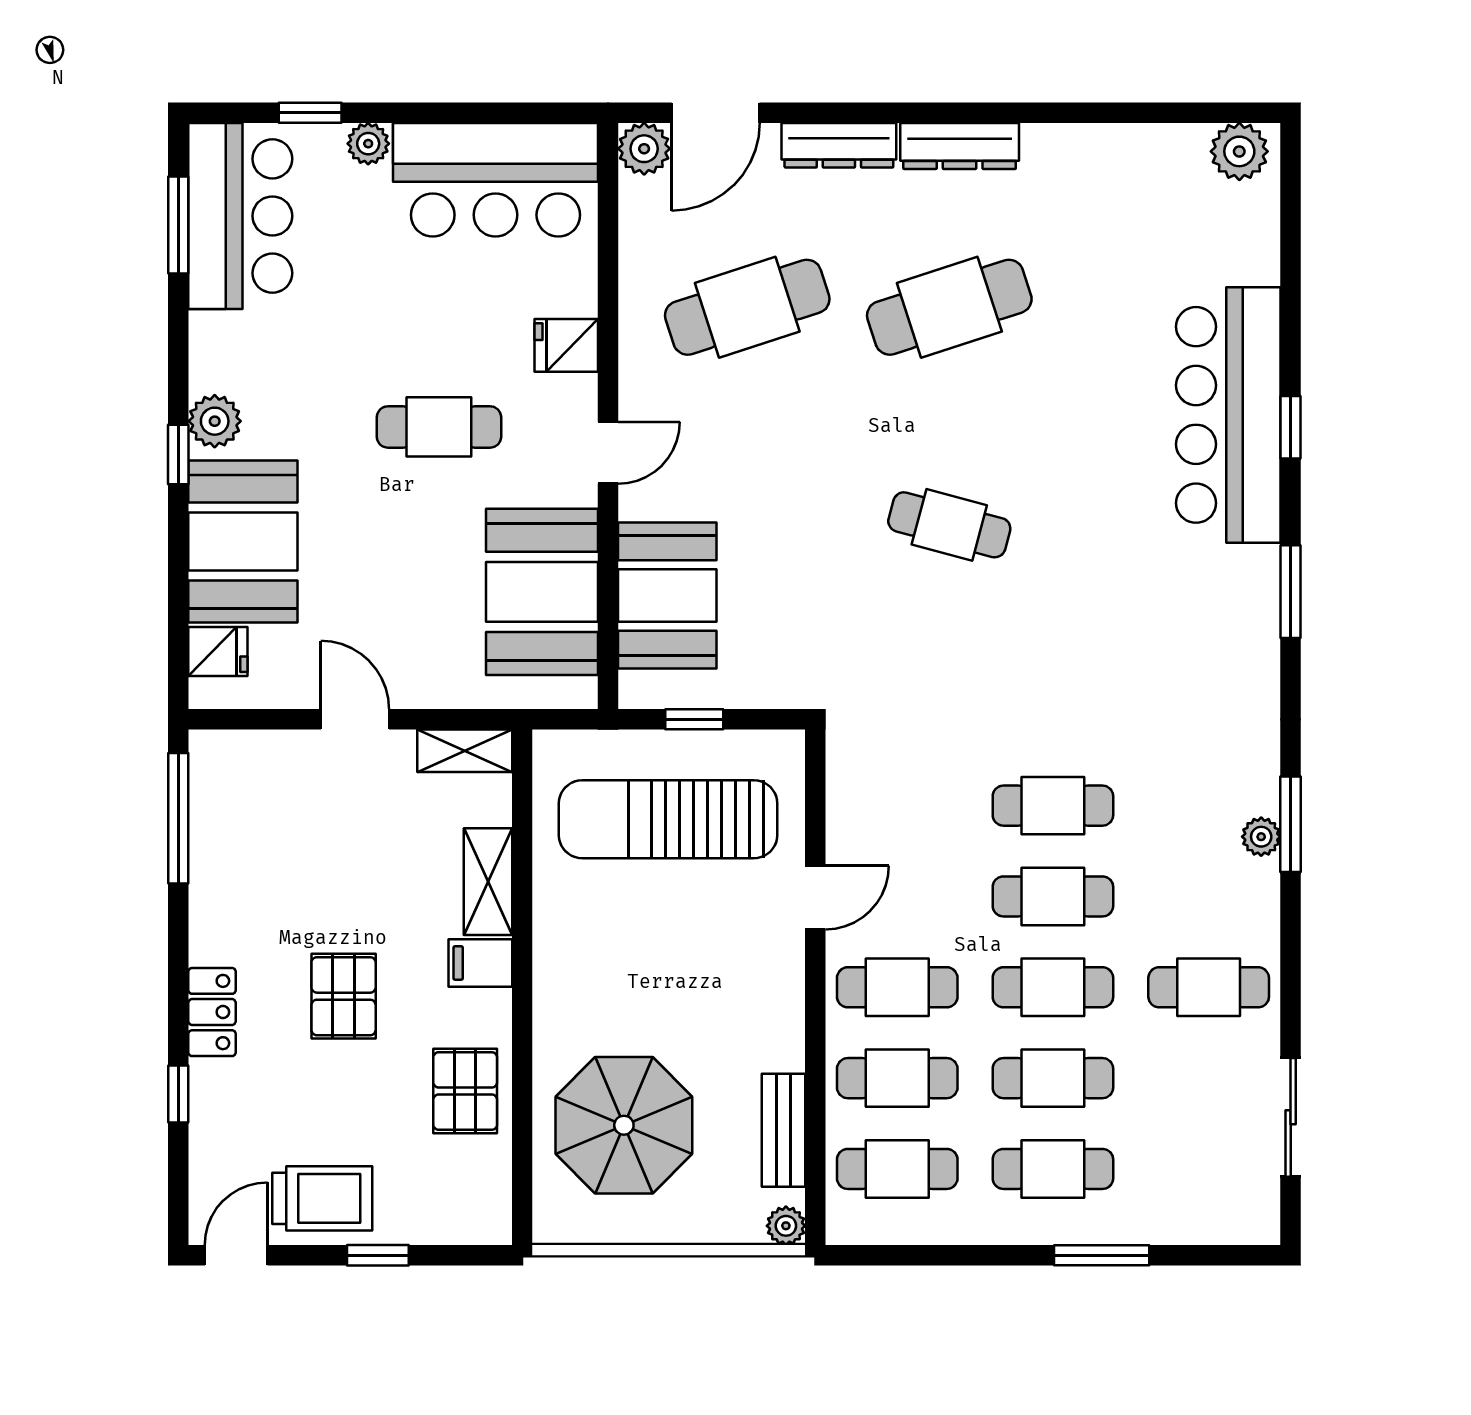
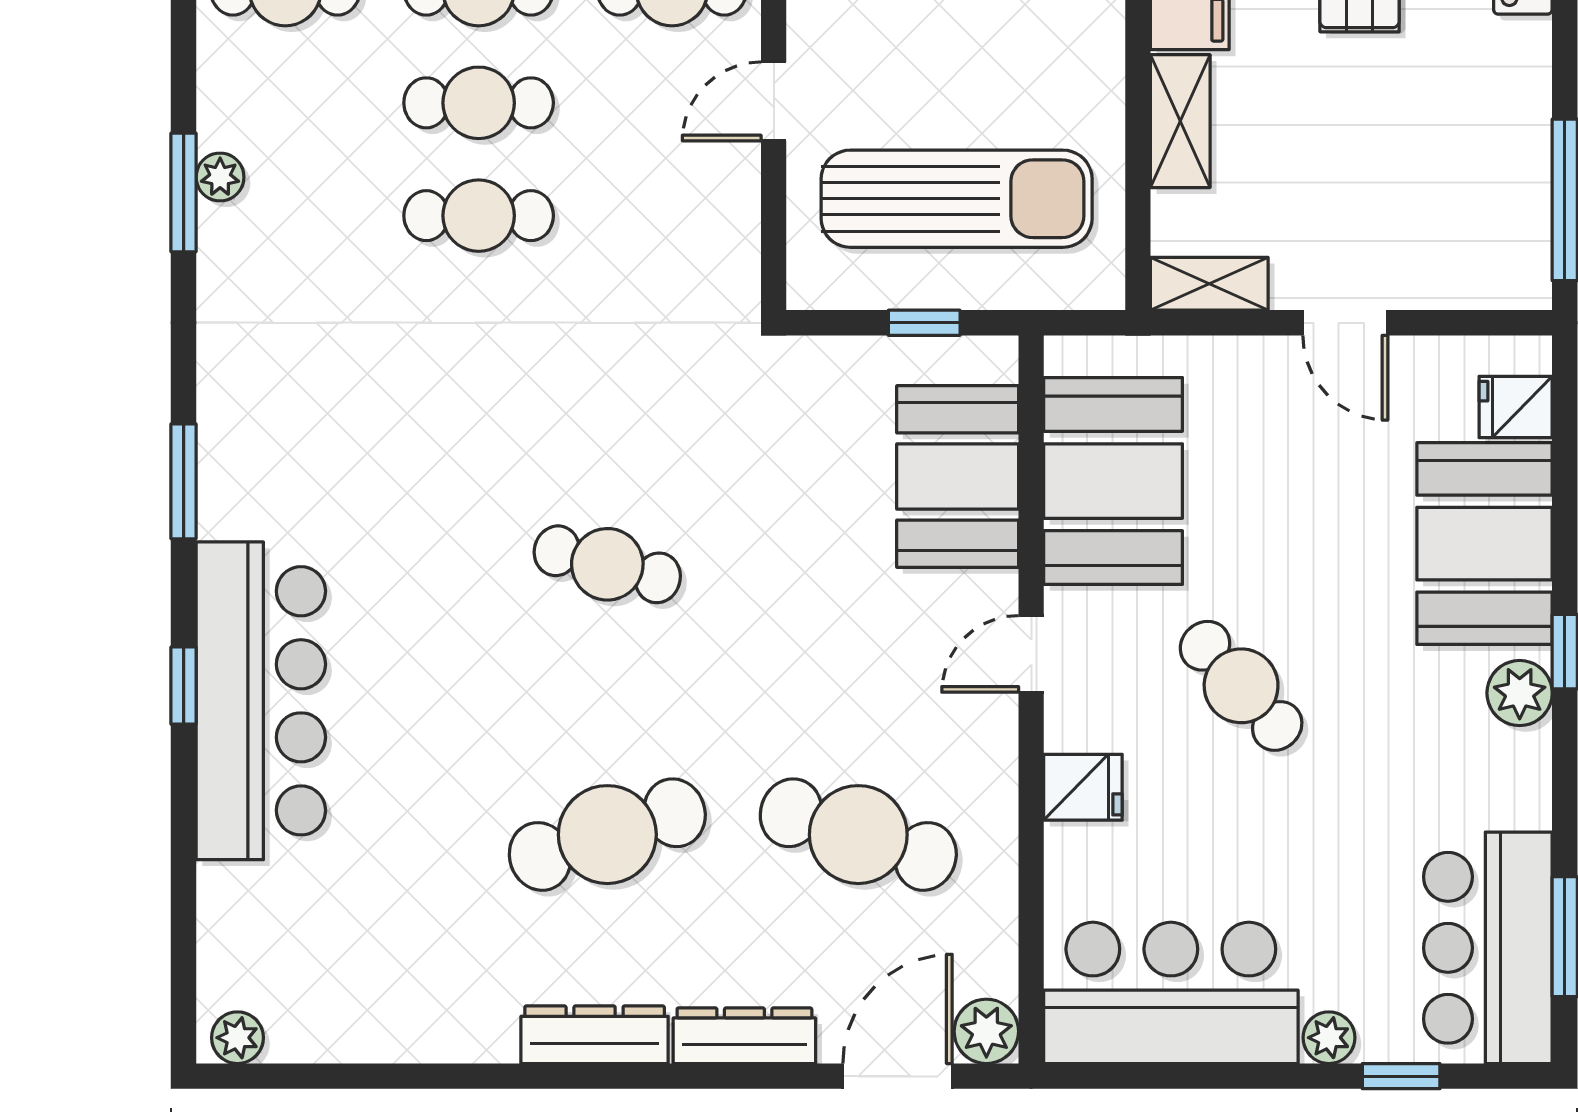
plant: (1239, 151) -> (237, 1038), width x0.73, depth x0.73
cafe table: (747, 307) -> (858, 835), turned 36
cafe table: (439, 427) -> (1241, 686), turned 48

